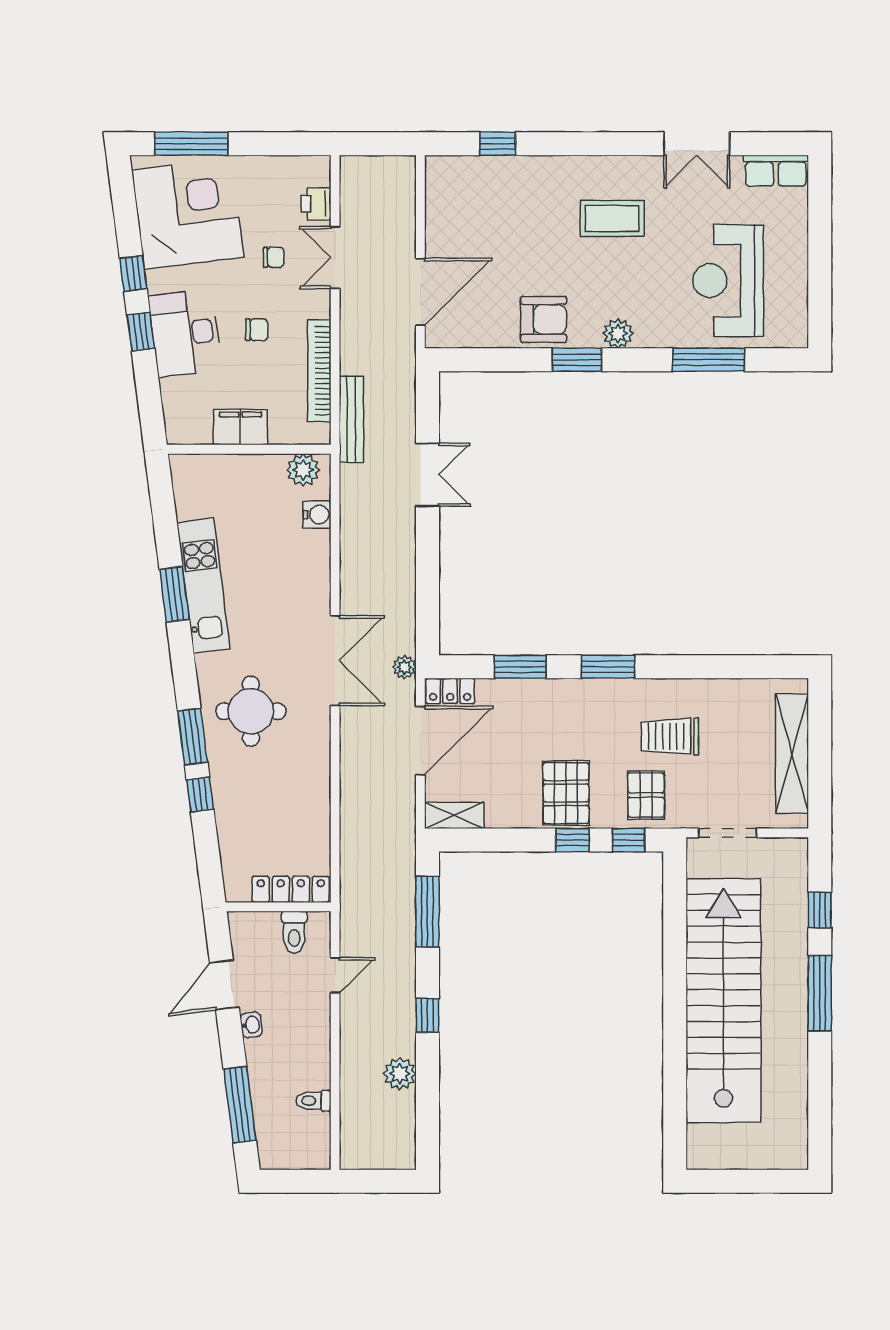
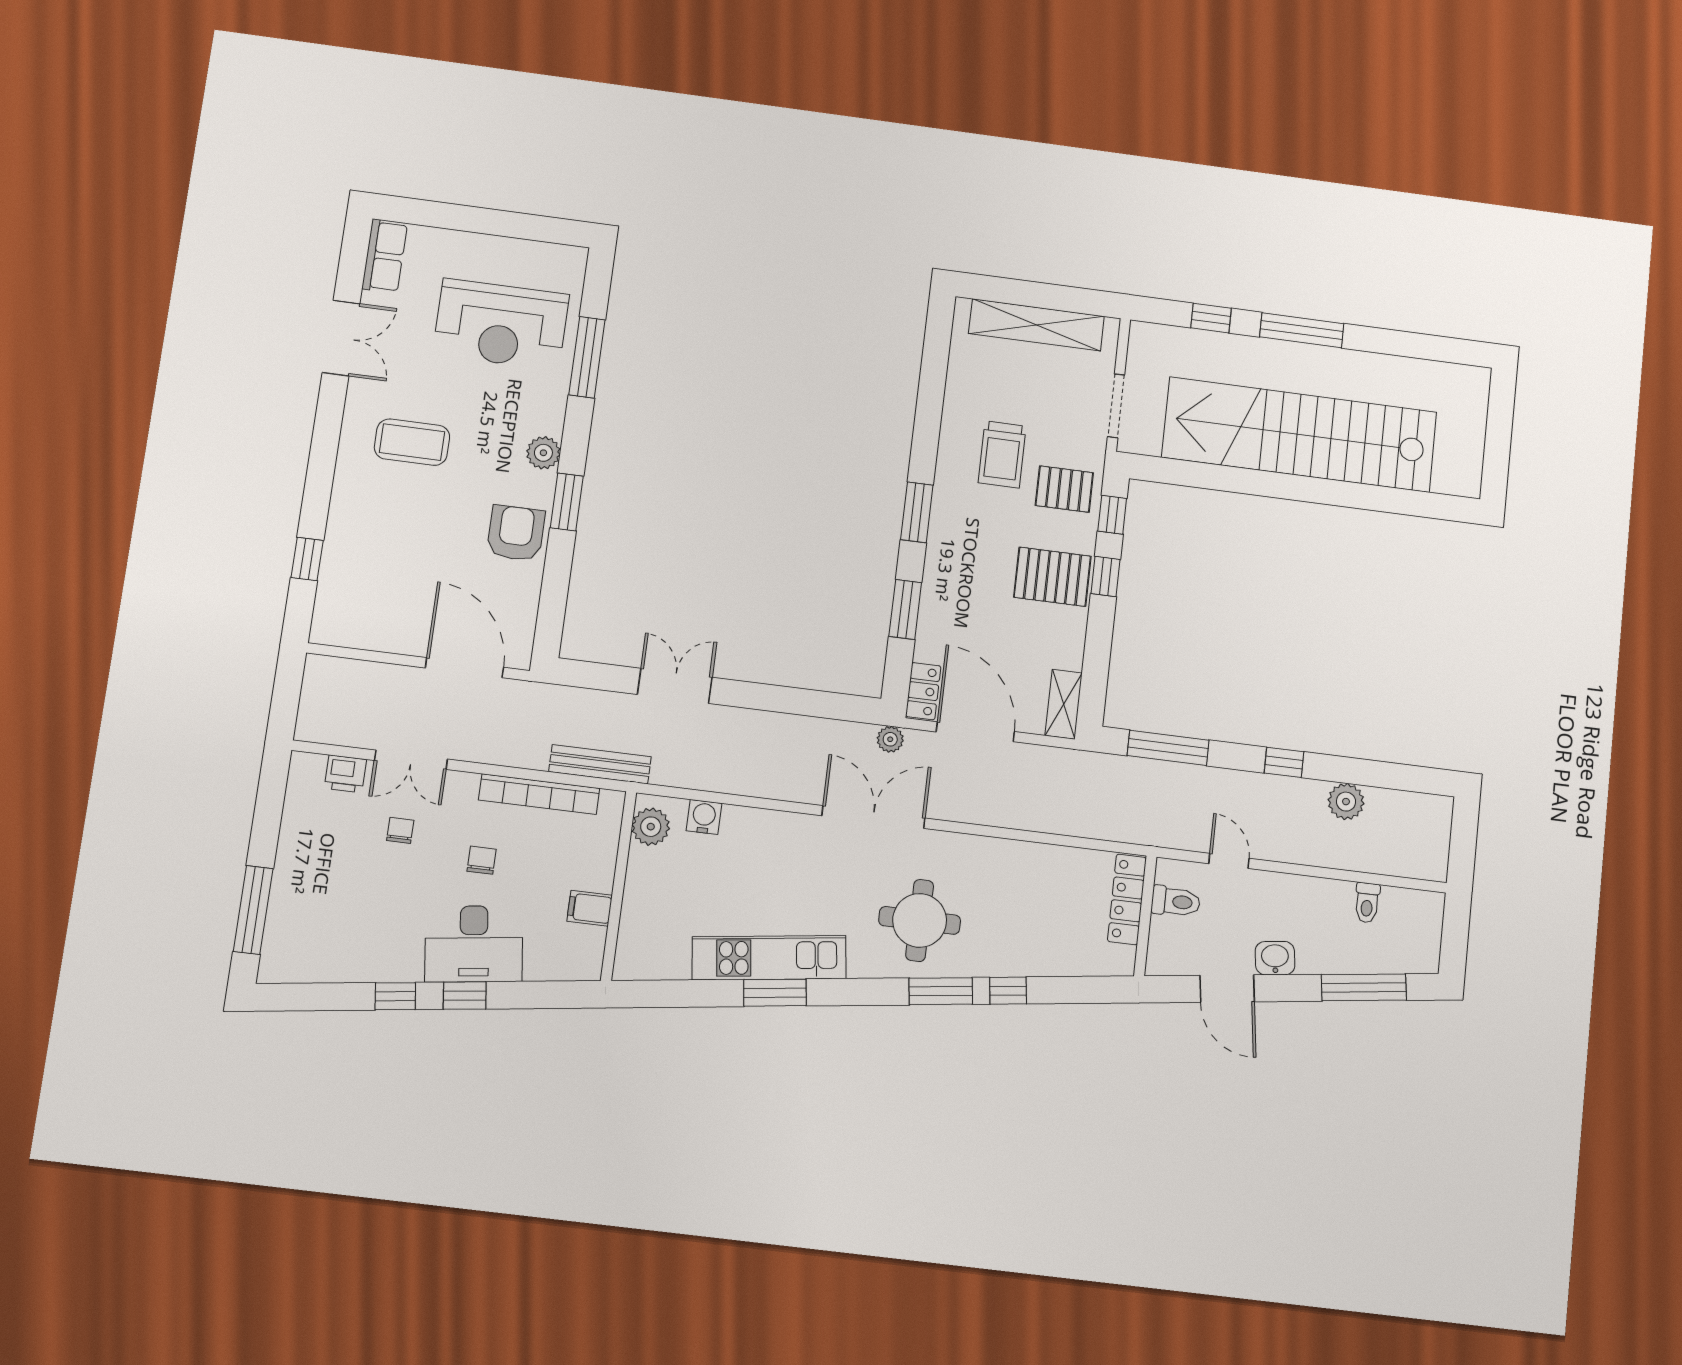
corner desk: (188, 213) -> (334, 924), removed
coffee table: (612, 218) -> (412, 442), turned 90
filing cabinet: (240, 427) -> (590, 908), width x0.50
washbasin: (251, 1025) -> (1275, 958), width x1.38, depth x1.45

